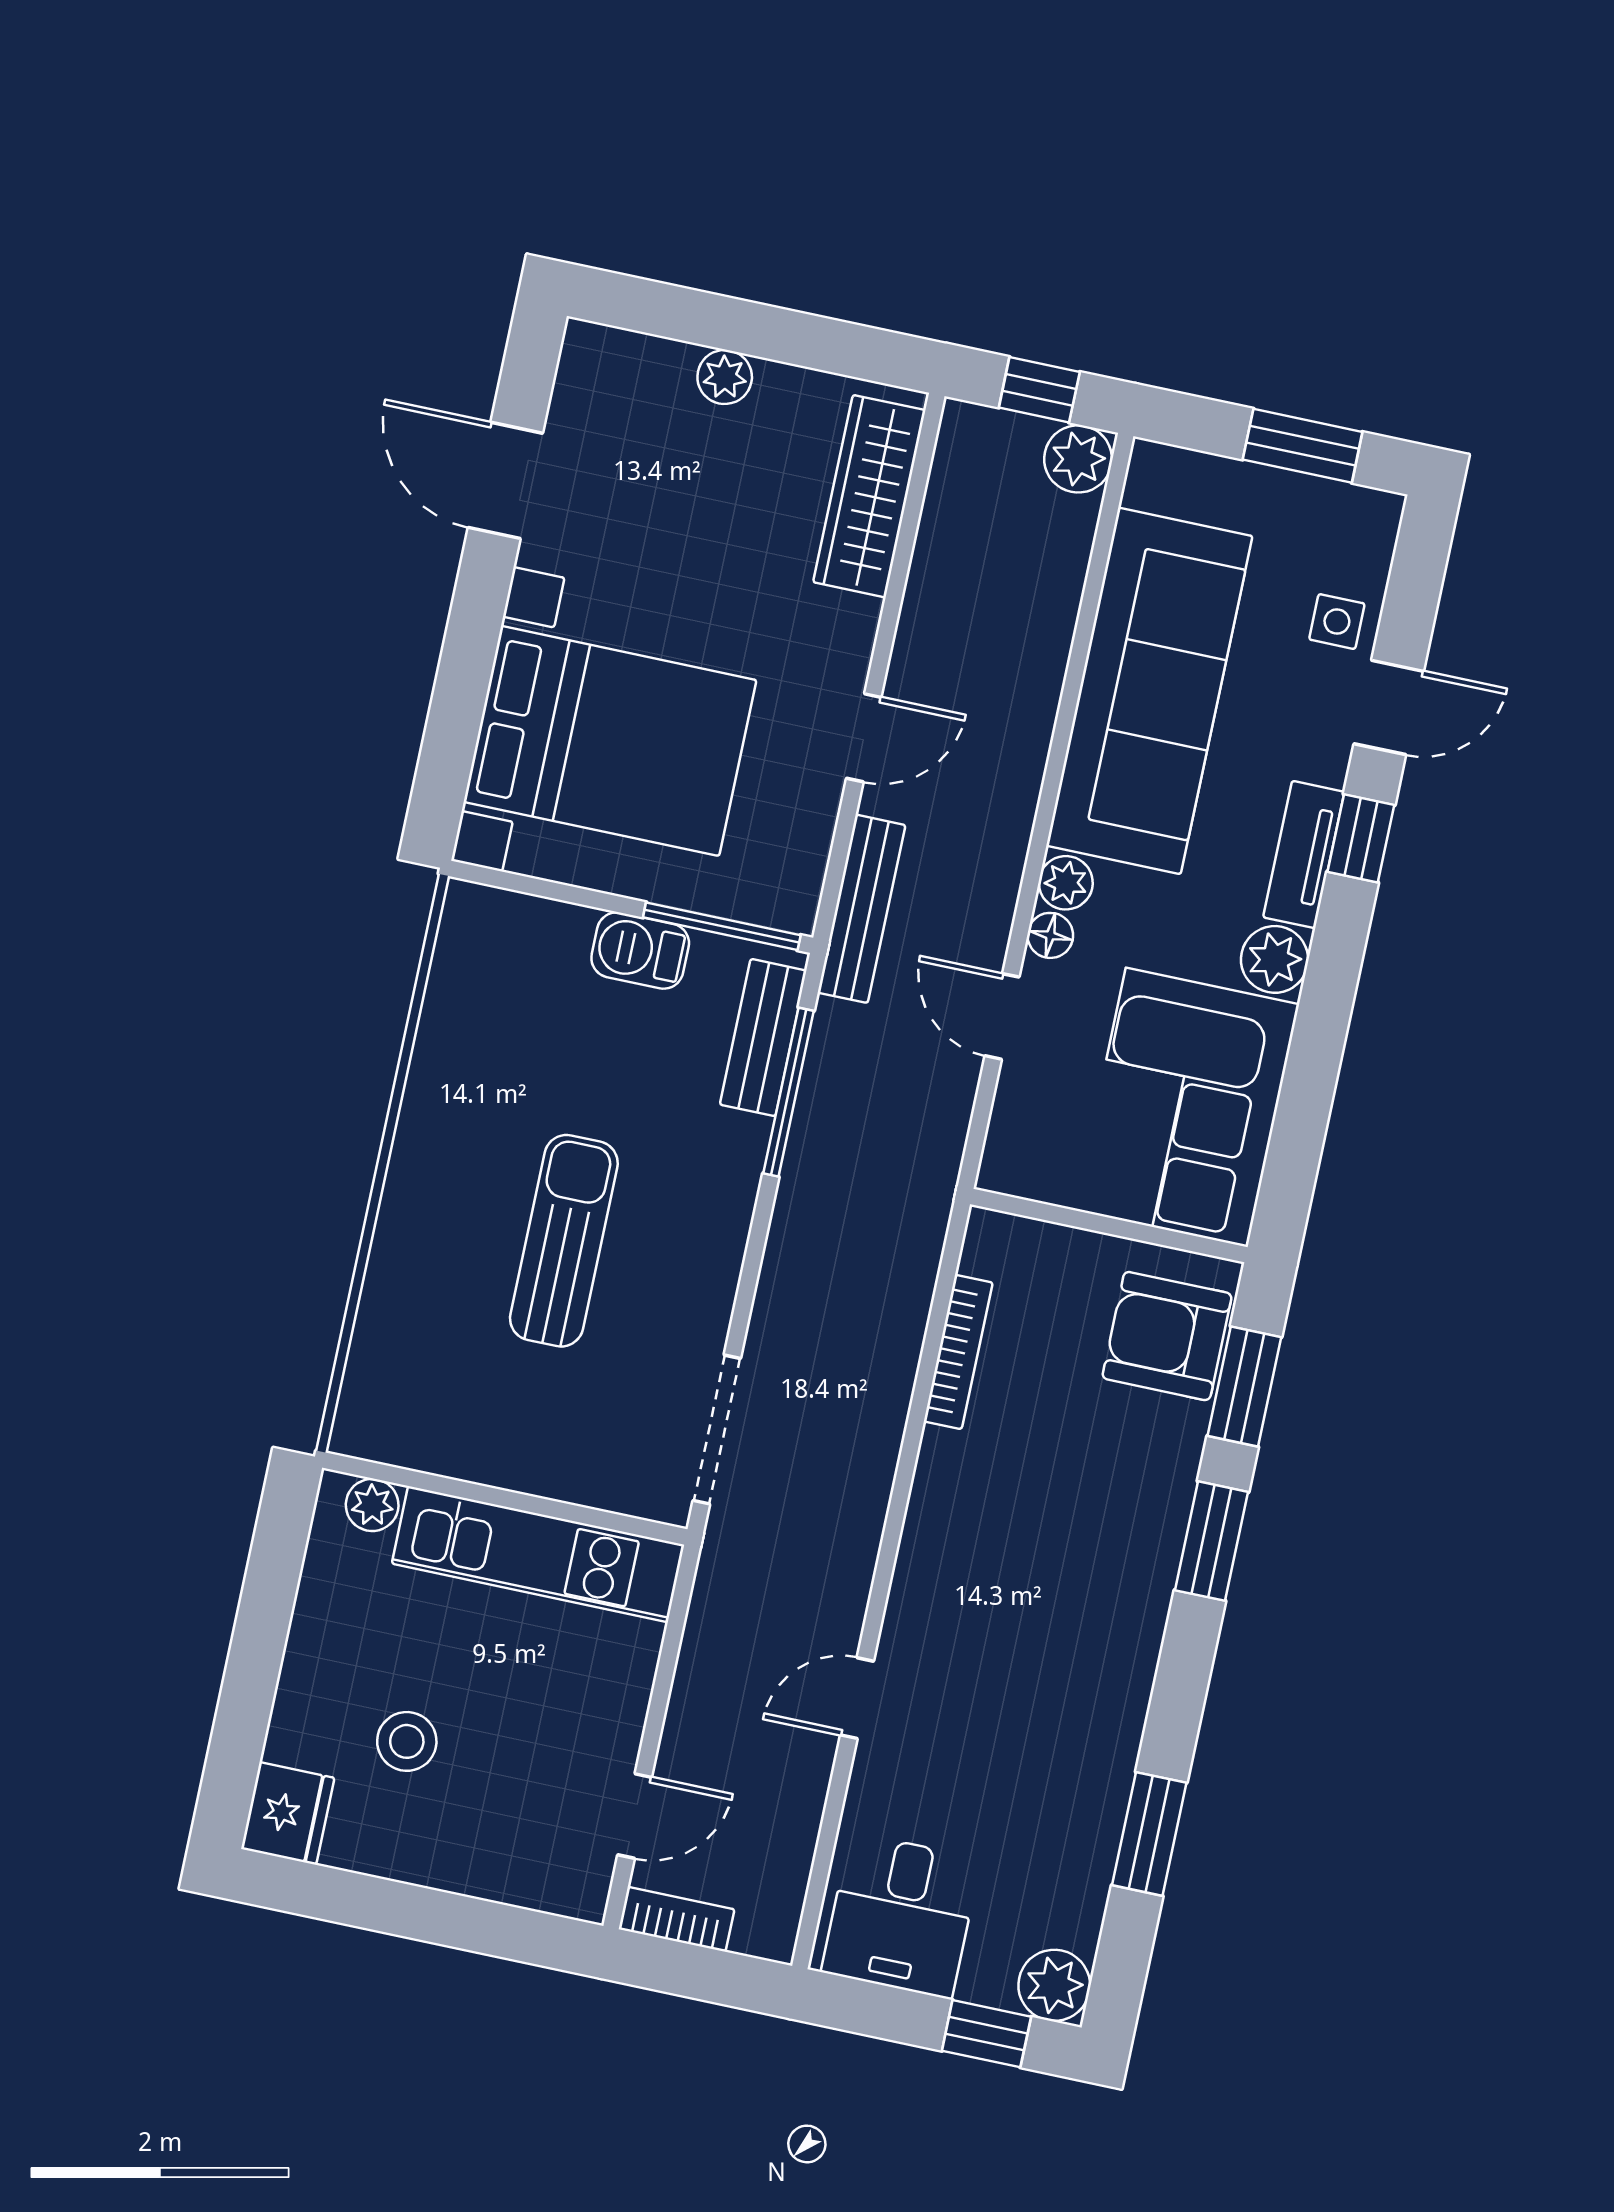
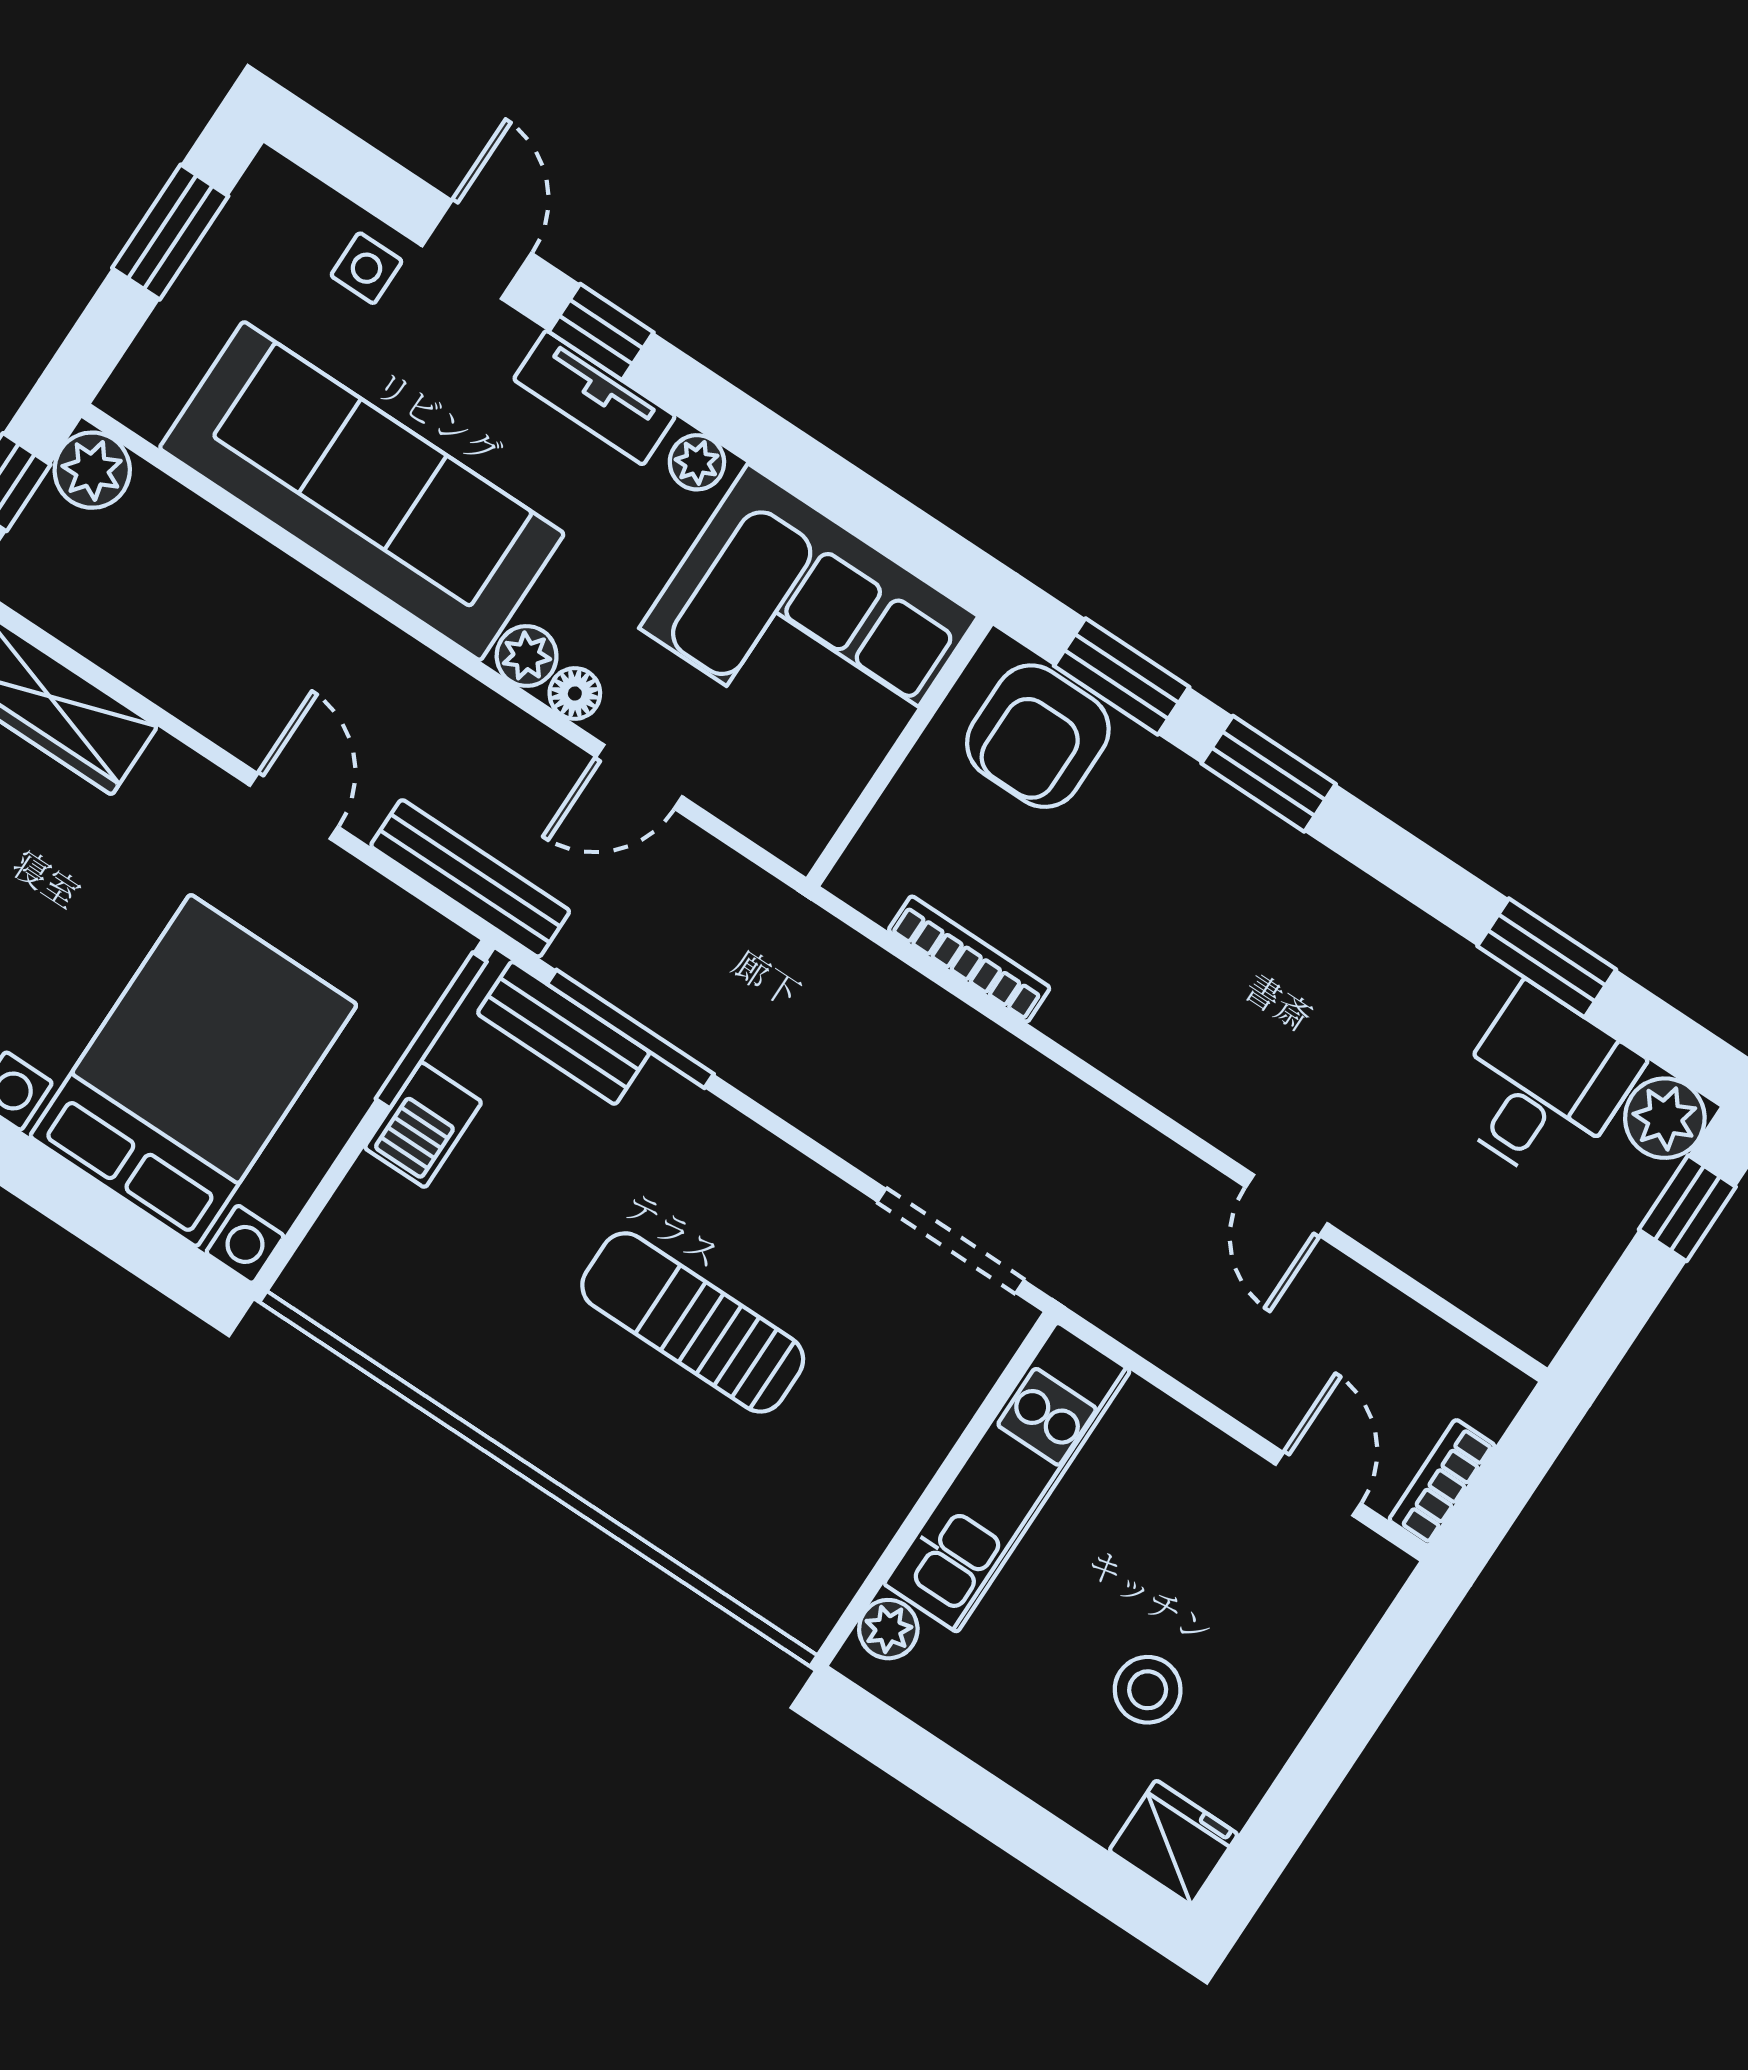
plant: (1275, 959) -> (697, 462), width x0.73, depth x0.73
desk: (901, 1915) -> (1542, 1086), moved, turned -90

